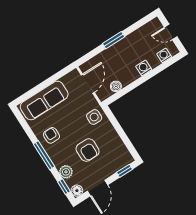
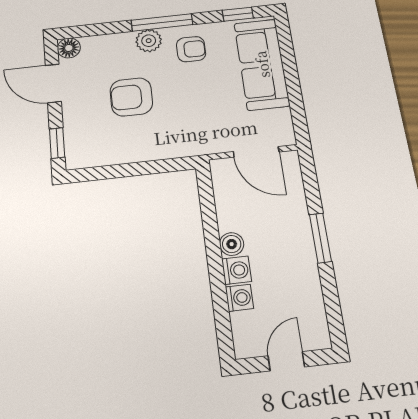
washing machine: (164, 55) -> (239, 298), moved
boiler: (116, 86) -> (232, 244), moved
side table: (94, 117) -> (187, 135), removed
plant: (66, 172) -> (149, 41), moved
window: (64, 187) -> (238, 14), moved

